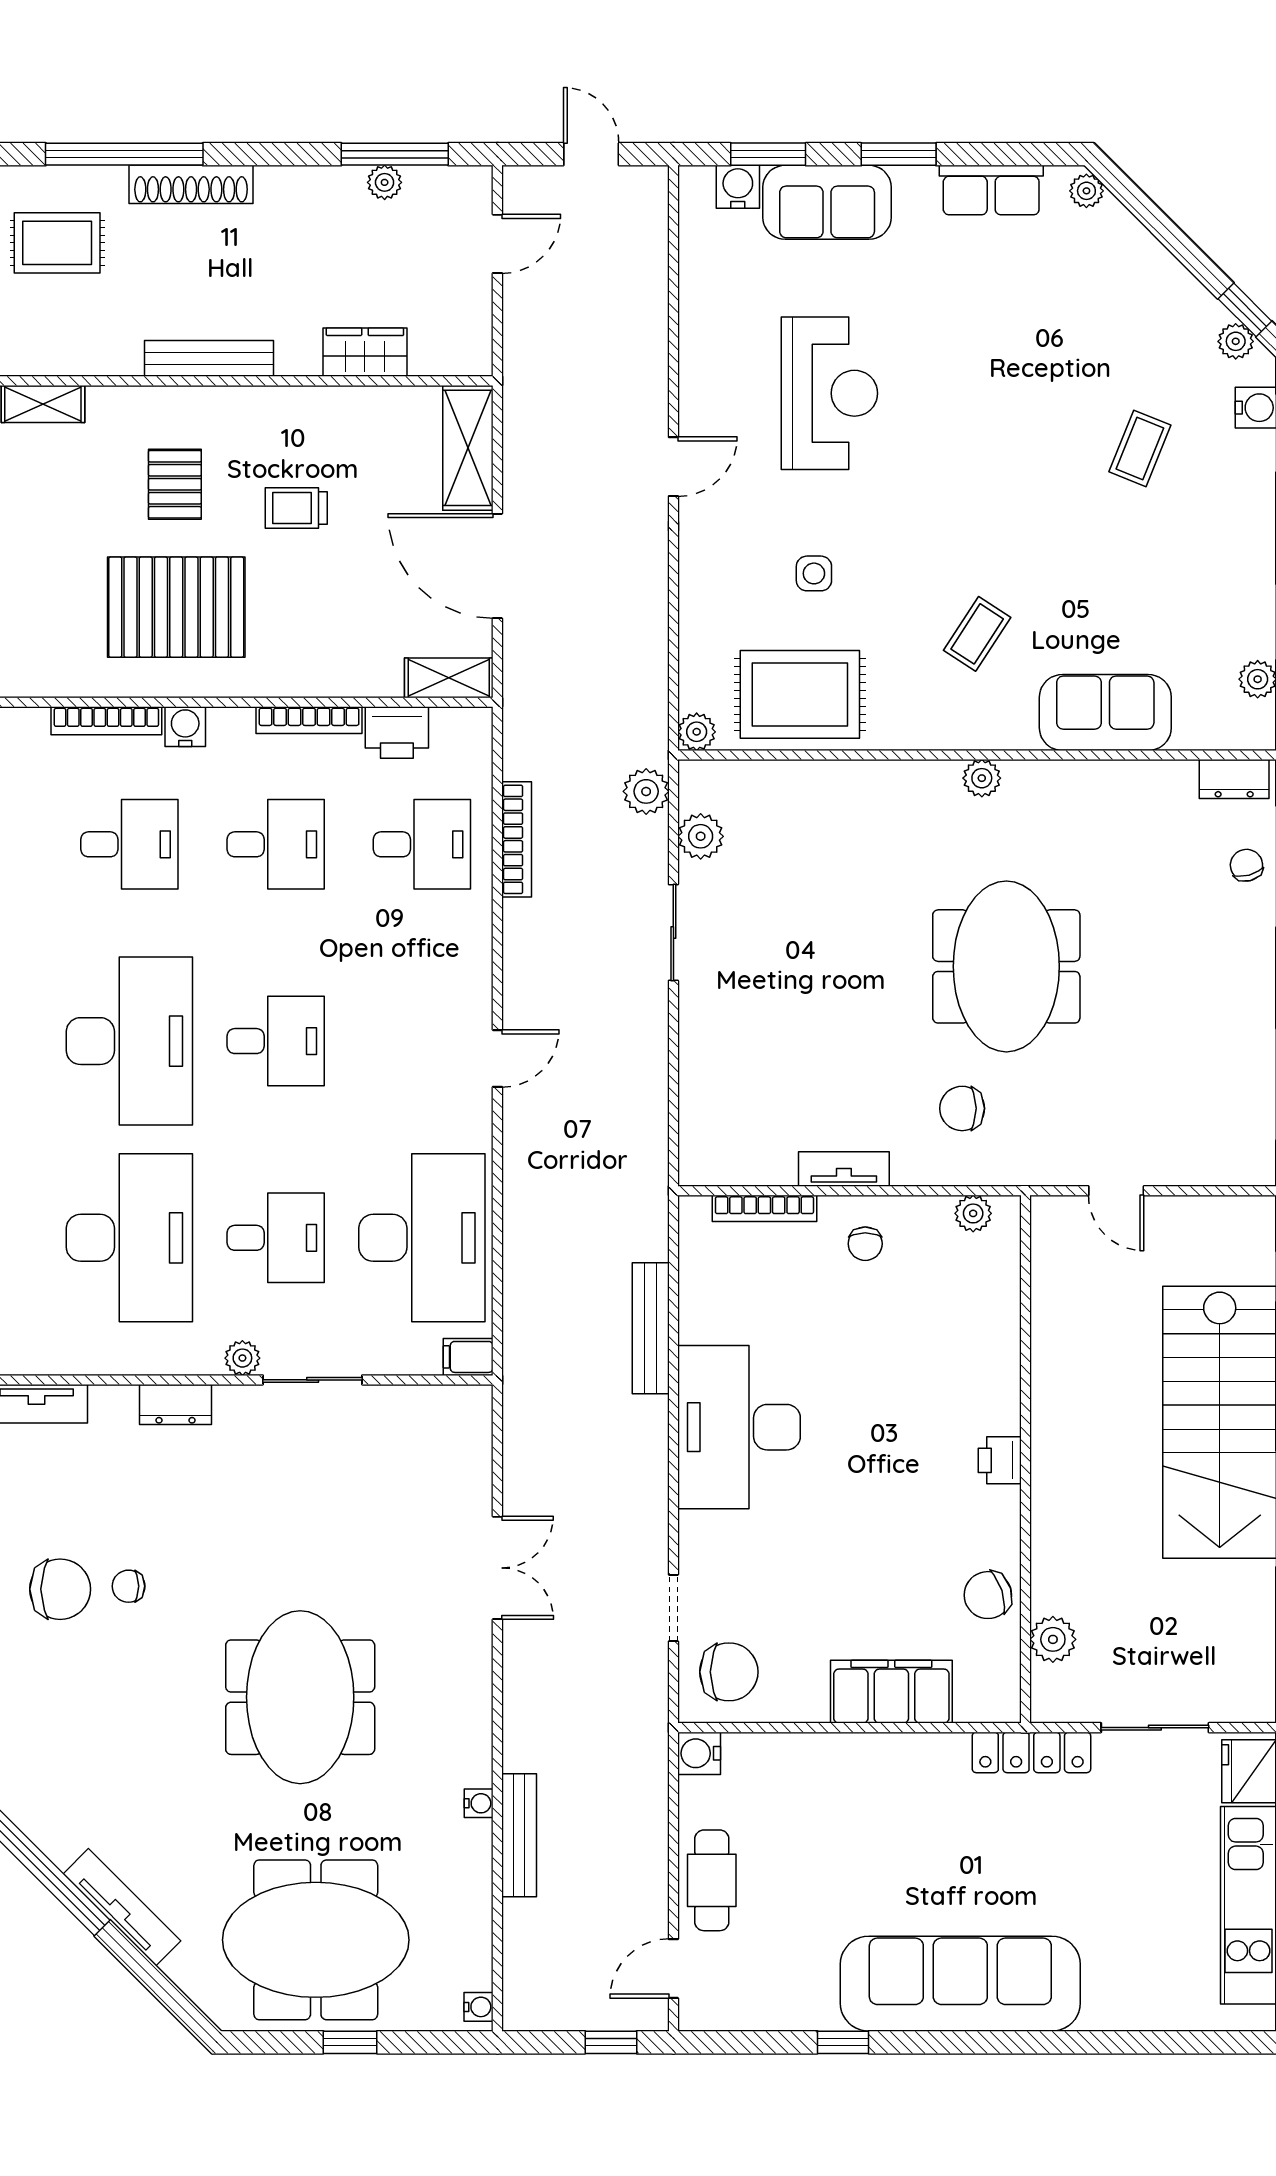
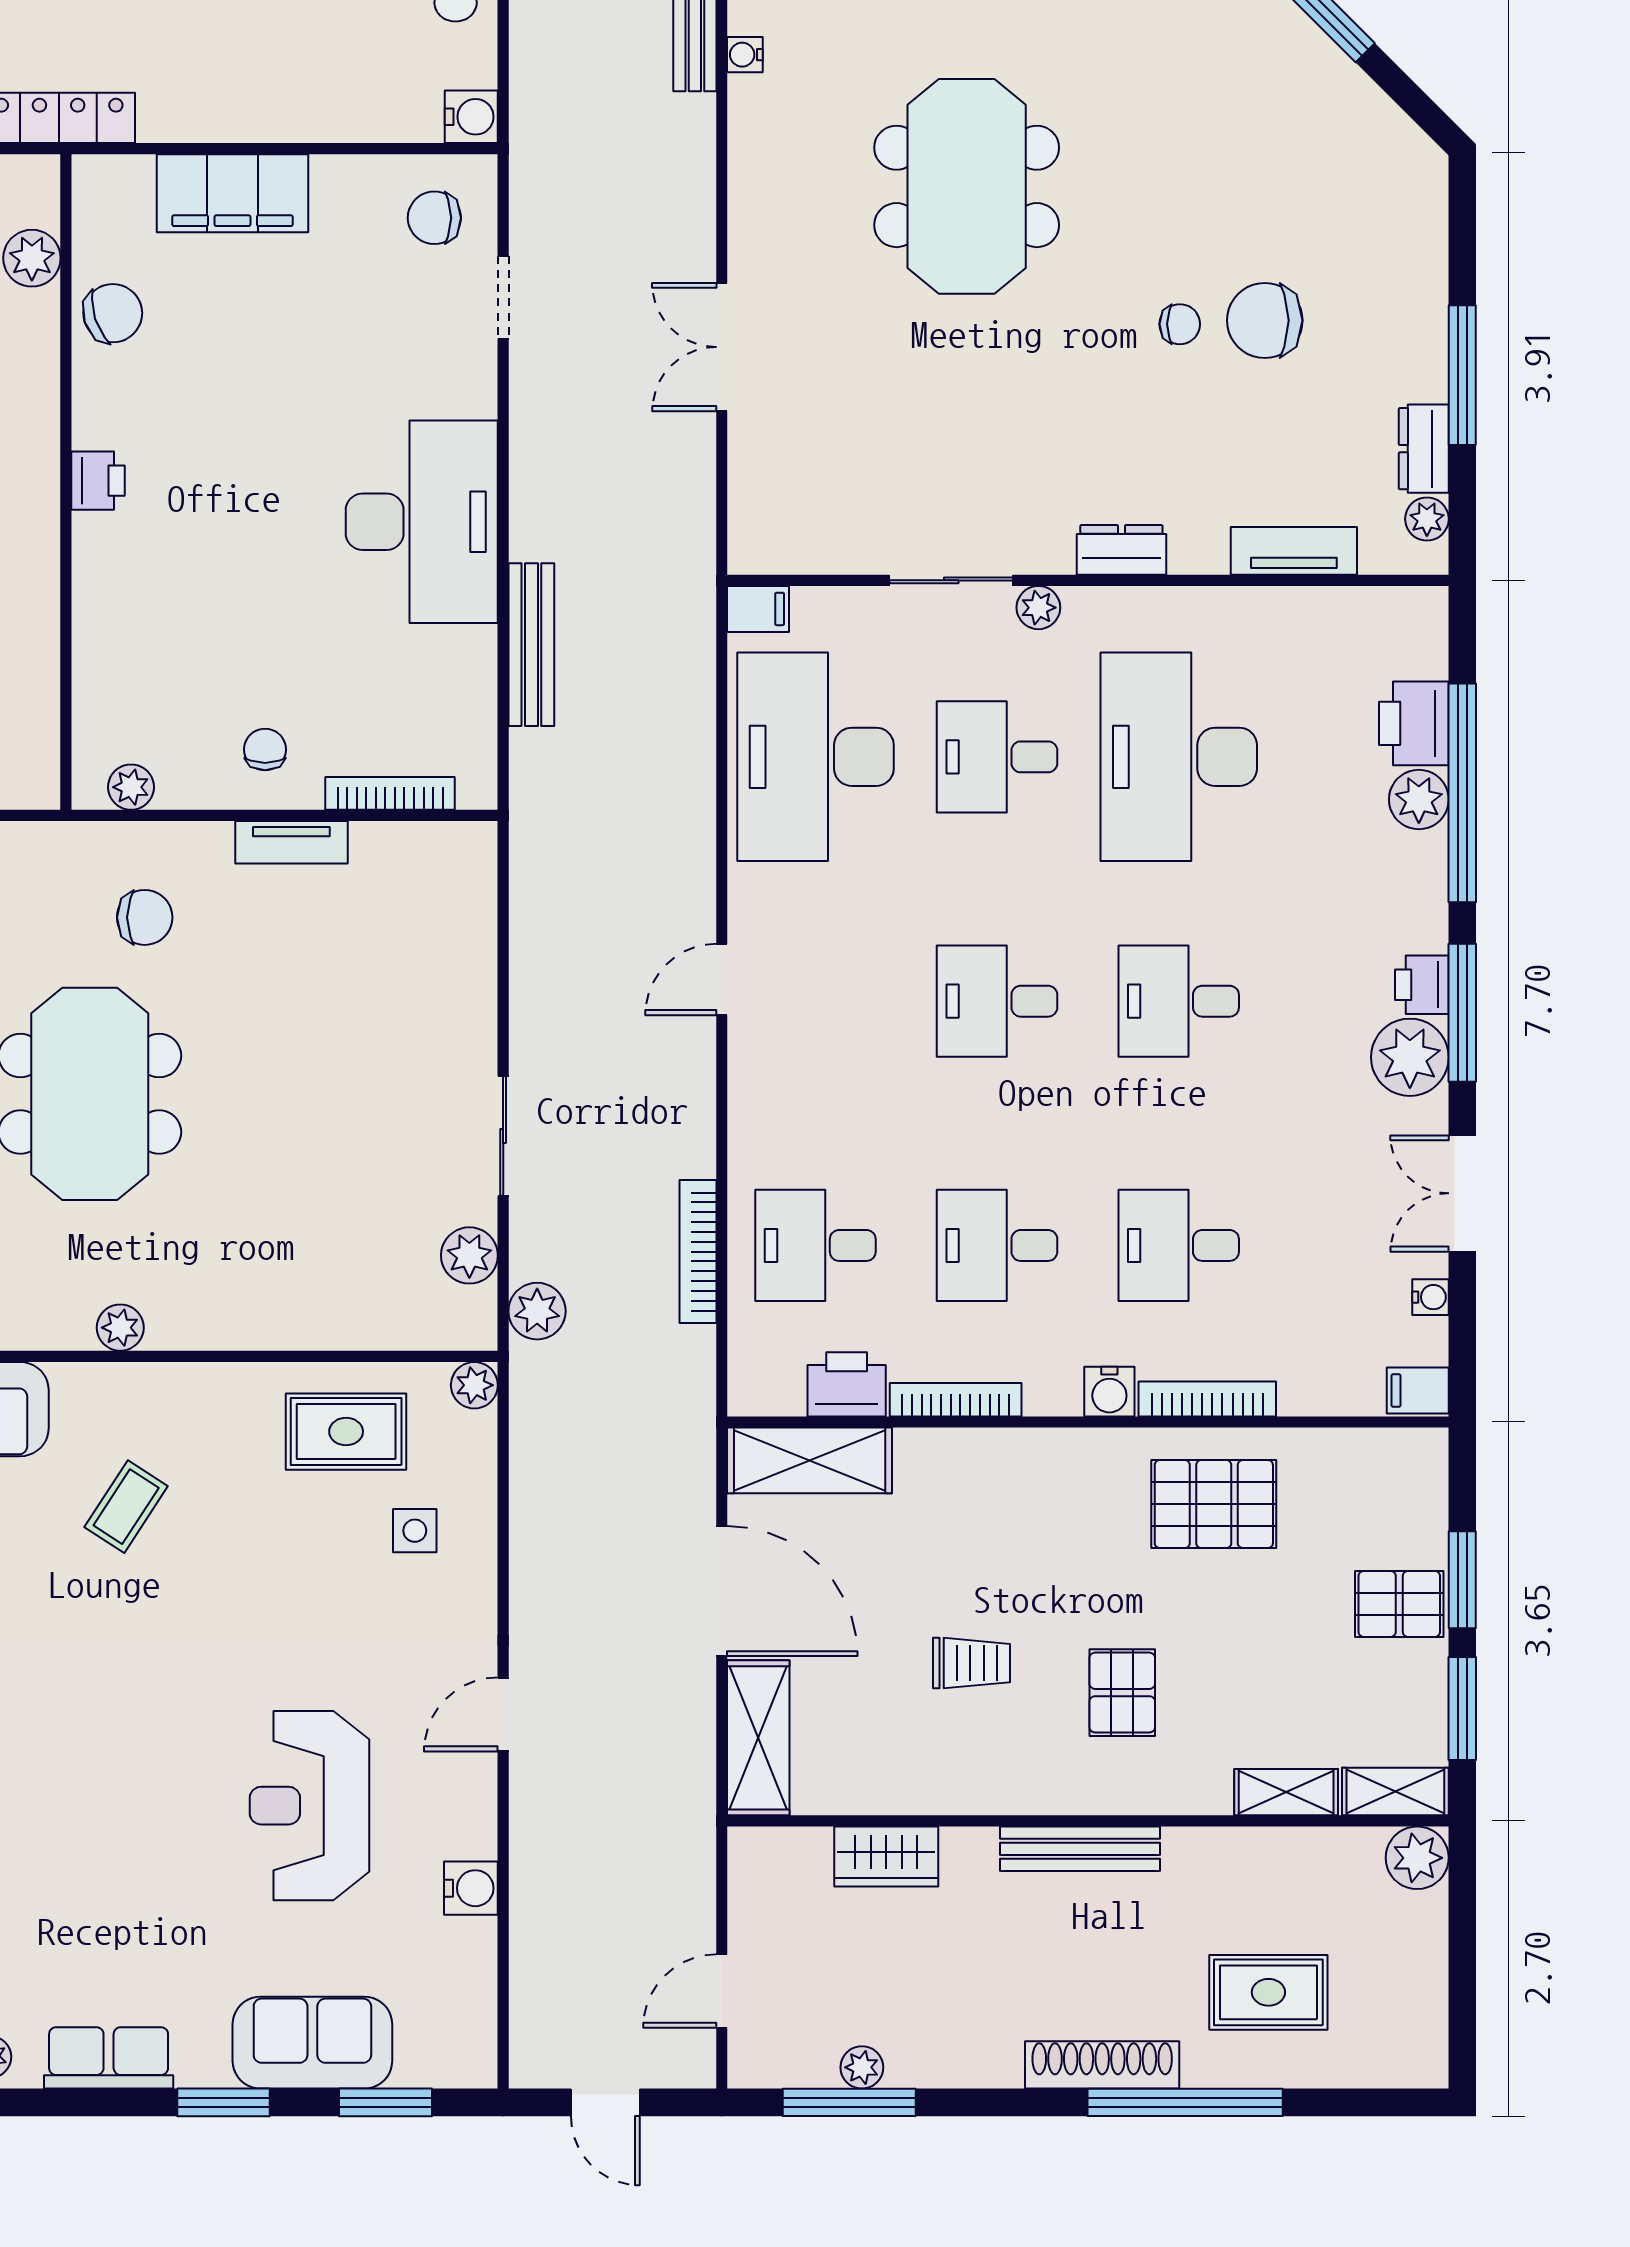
water cooler: (738, 187) -> (471, 1888), moved, turned -90
side table: (814, 573) -> (415, 1531), moved
pallet: (176, 607) -> (1214, 1504), moved, width x0.73, depth x0.71
shelving: (449, 678) -> (810, 1460), width x1.50, depth x1.33
rug: (800, 694) -> (346, 1432), width x0.73, depth x0.70
desk: (129, 1041) -> (1179, 1001), width x0.53, depth x0.77
chair: (729, 1672) -> (434, 218), width x0.73, depth x0.73

